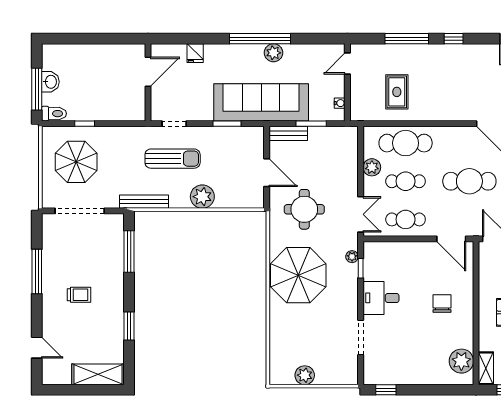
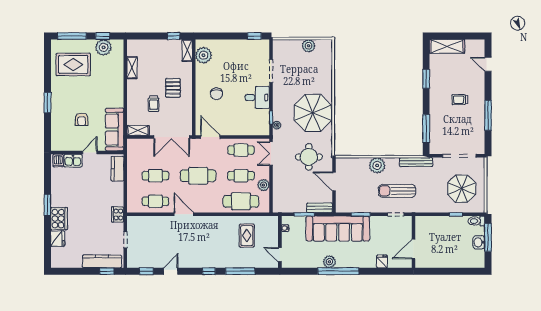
door: (347, 63) -> (280, 255), swing flipped

